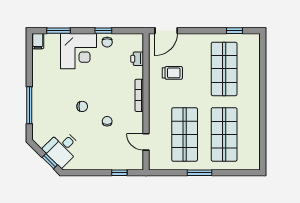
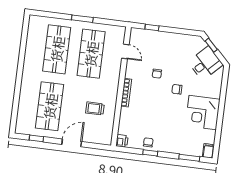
door: (166, 31) -> (72, 143), moved
corner desk: (78, 51) -> (203, 113), moved, turned -90
printer: (137, 59) -> (122, 141), moved
window: (29, 105) -> (223, 96), removed
desk: (62, 148) -> (205, 63), moved

